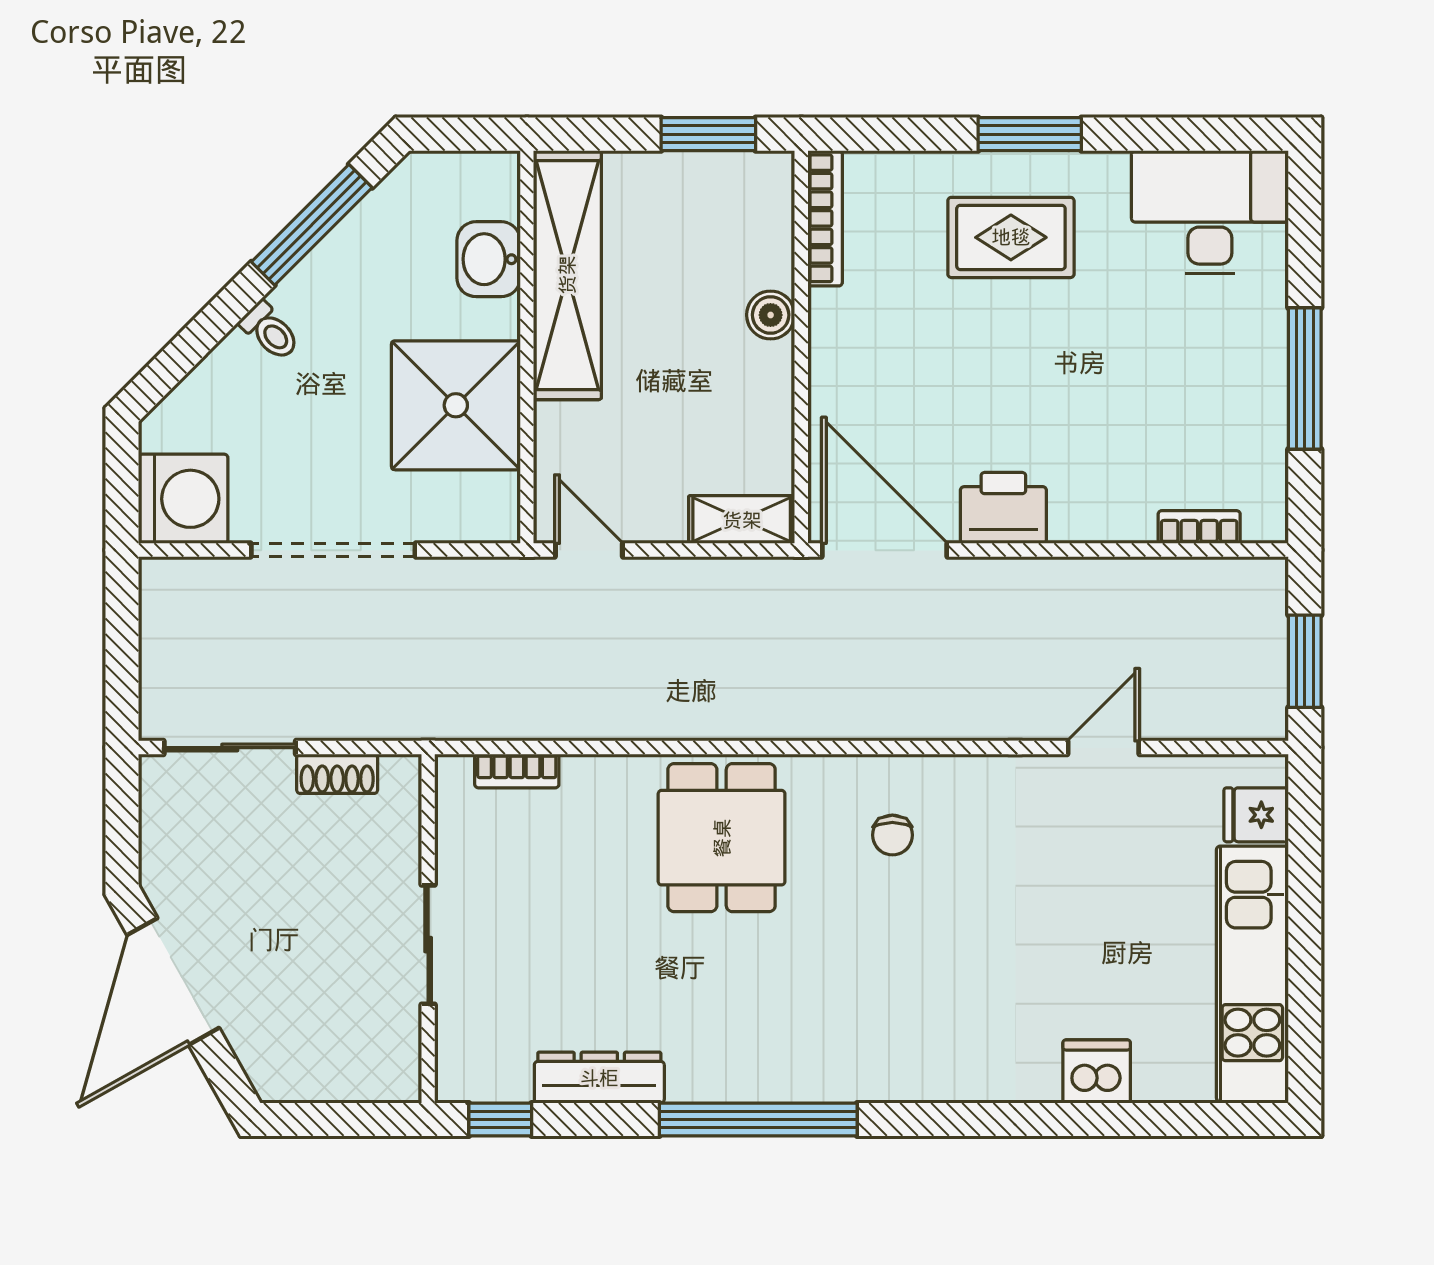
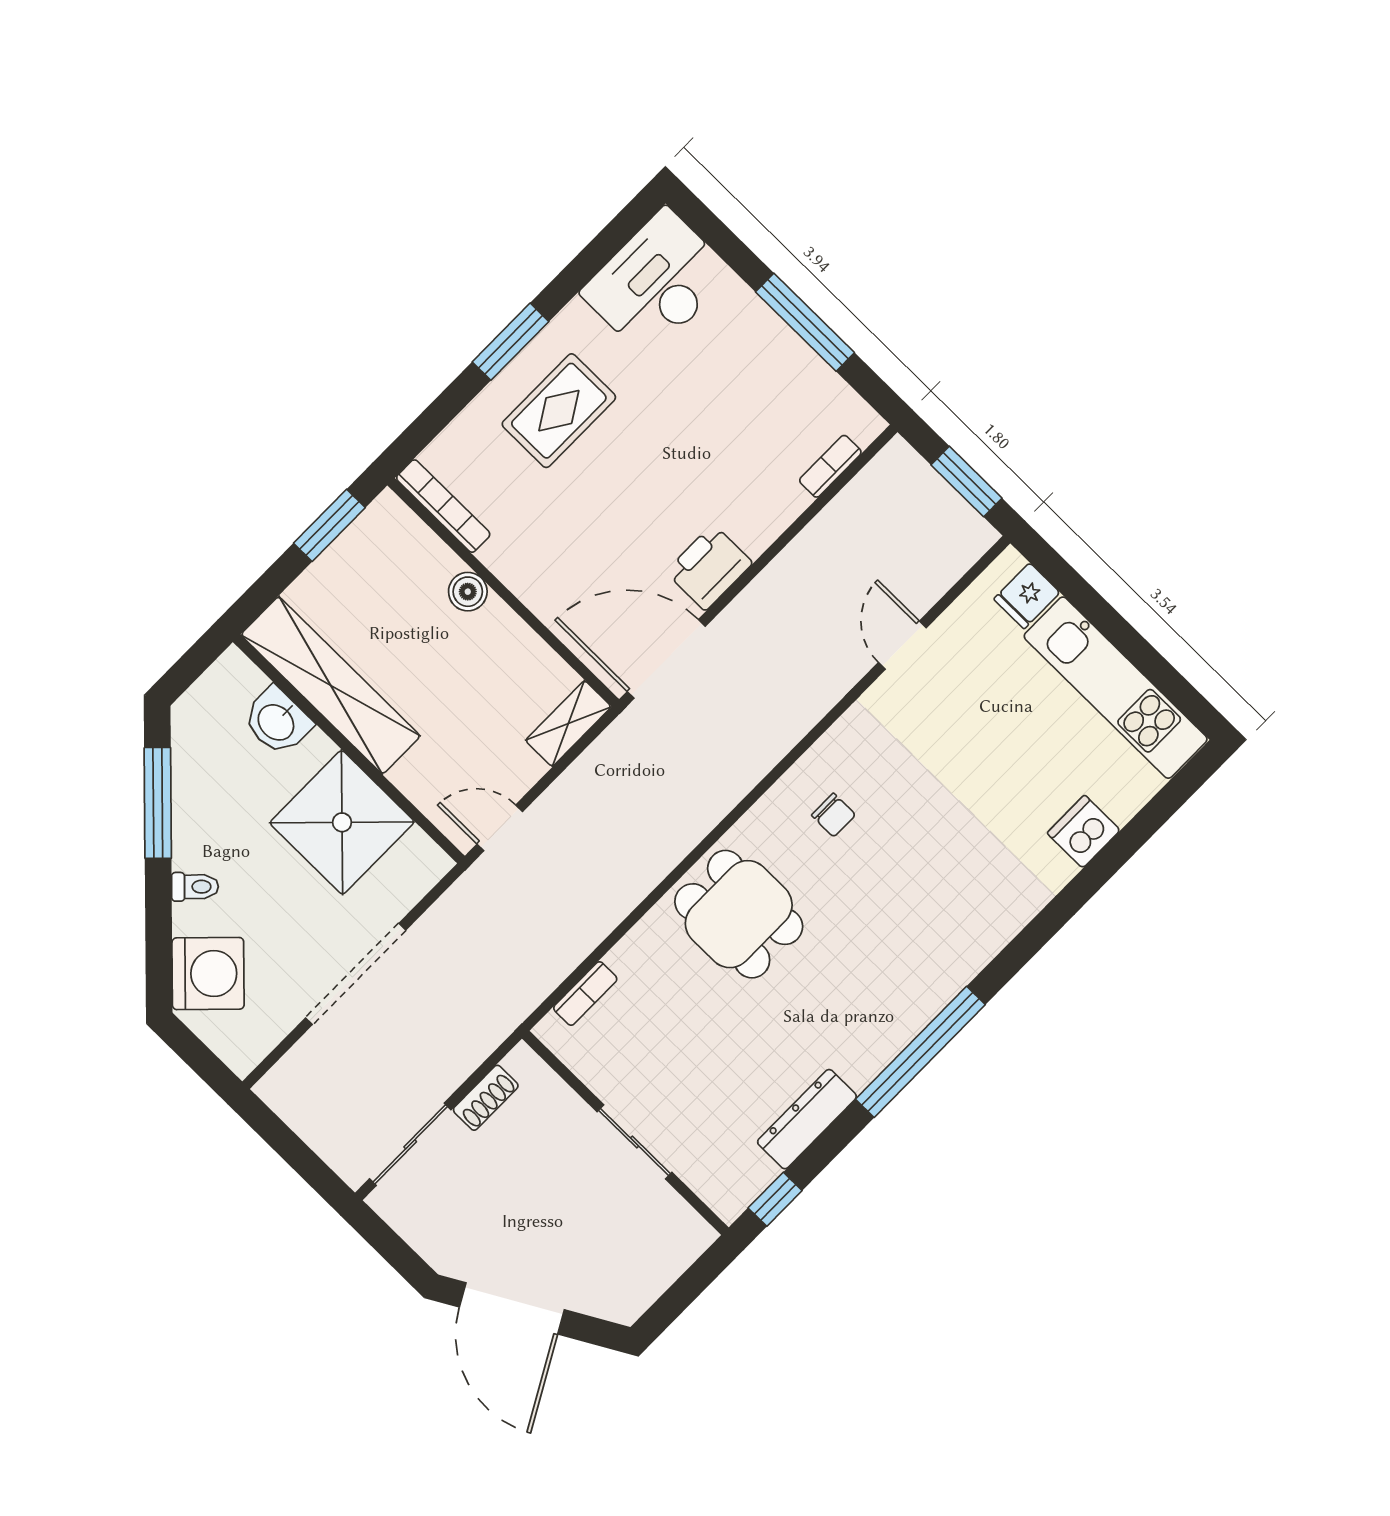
washing machine: (183, 499) -> (208, 974), moved, turned 45

